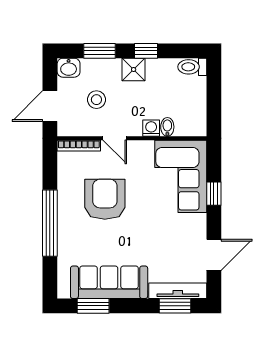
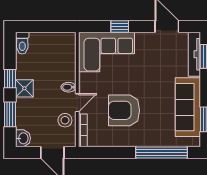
stool: (96, 100) -> (65, 120), moved
bidet: (167, 127) -> (68, 87), moved
washing machine: (151, 128) -> (69, 75), removed
window: (50, 223) -> (161, 153), moved

